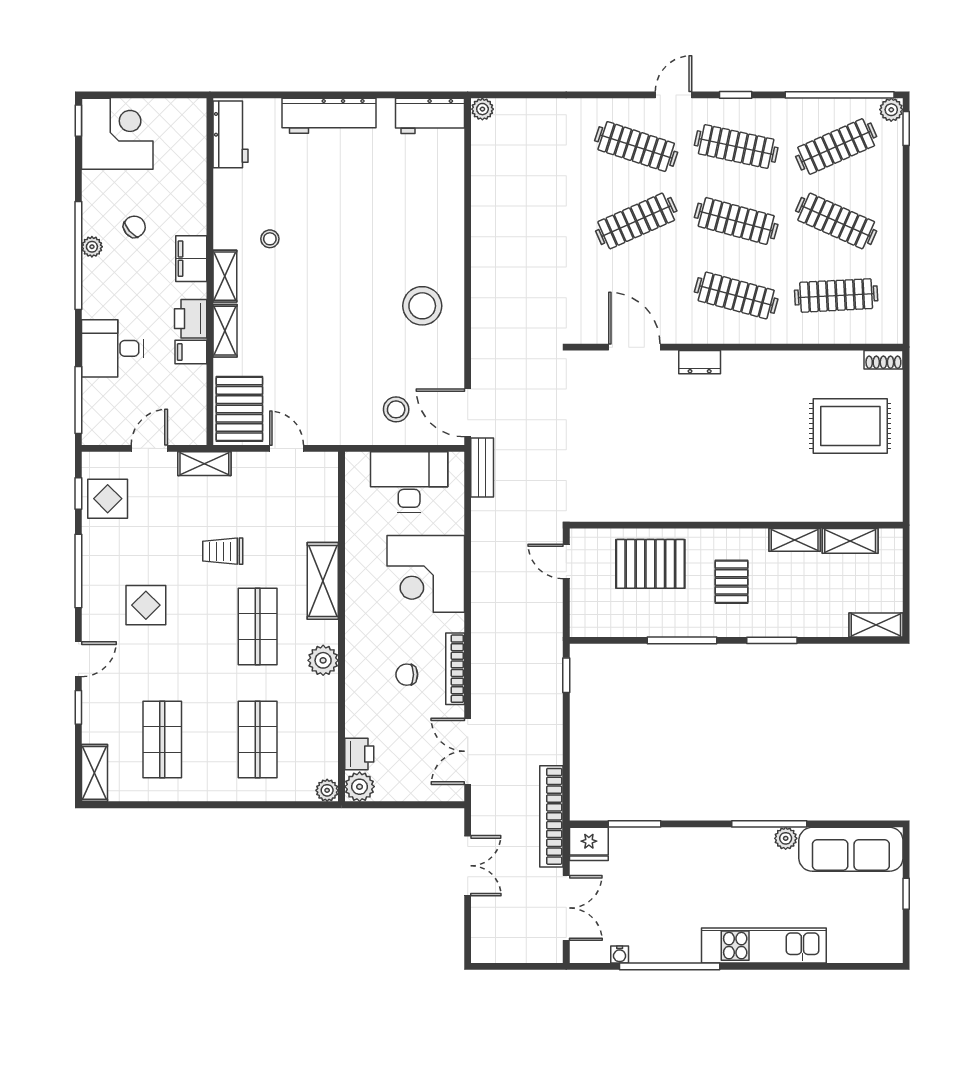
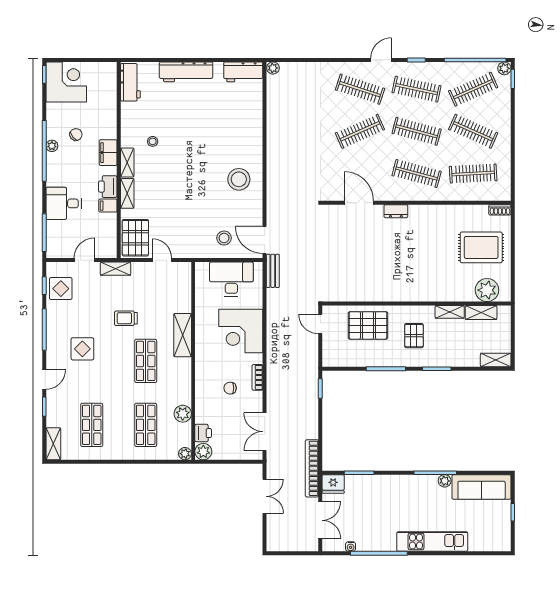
plant: (861, 501) -> (487, 290), added
plant: (323, 660) -> (183, 414), moved
bookcase: (455, 669) -> (257, 377), width x0.64

